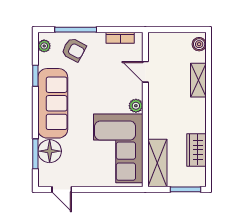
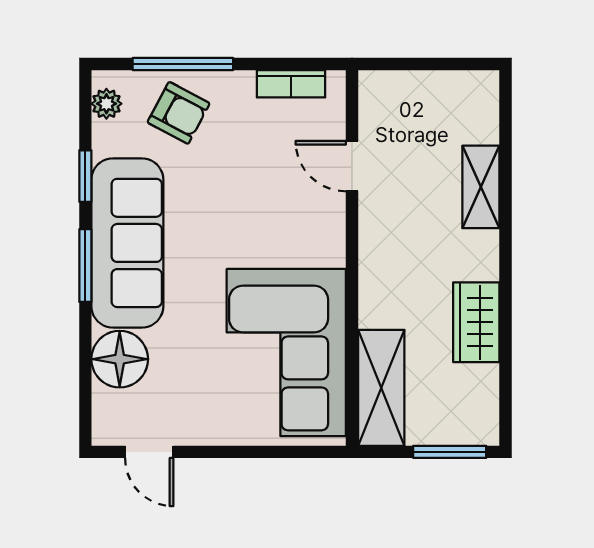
boiler: (199, 44) -> (483, 99), removed
plant: (136, 106) -> (329, 249), removed
wardrobe: (196, 150) -> (476, 322), moved
window: (35, 154) -> (85, 266), moved

